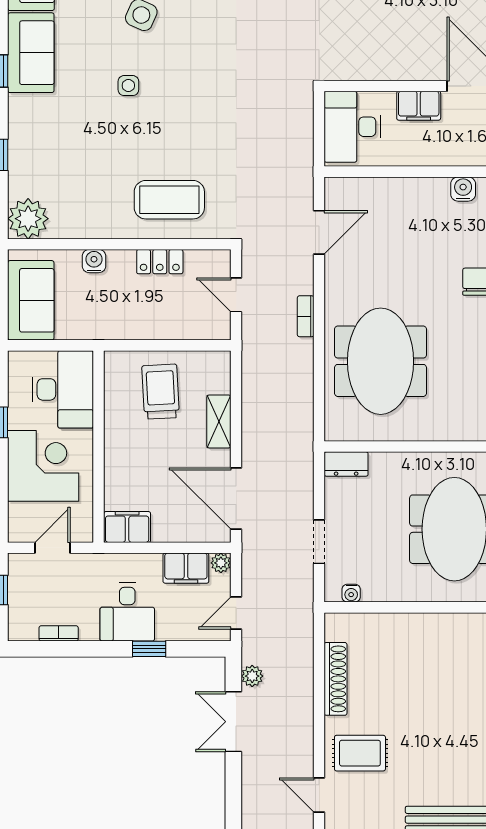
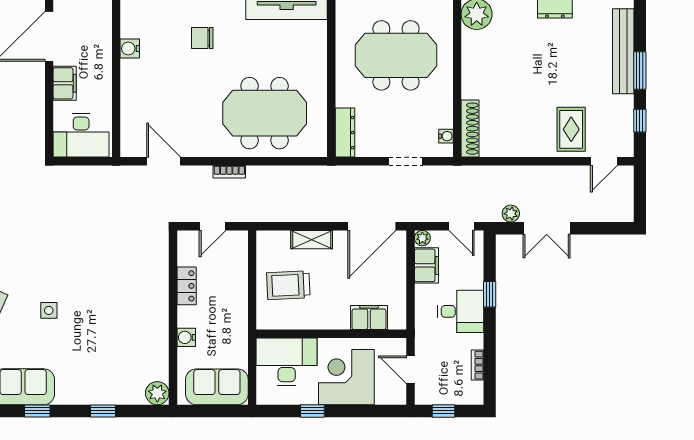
coffee table: (169, 200) -> (138, 278), removed
plant: (28, 219) -> (157, 393), width x0.73, depth x0.73
dresser: (346, 464) -> (345, 133), width x1.44
filing cabinet: (127, 527) -> (369, 318), moved, turned 90
shoe rack: (336, 679) -> (470, 129), moved, turned 90

